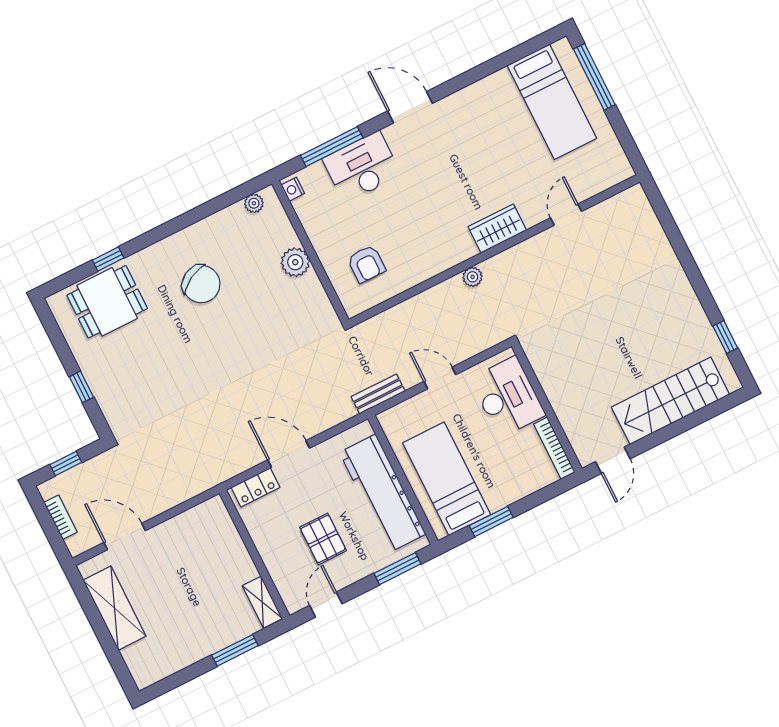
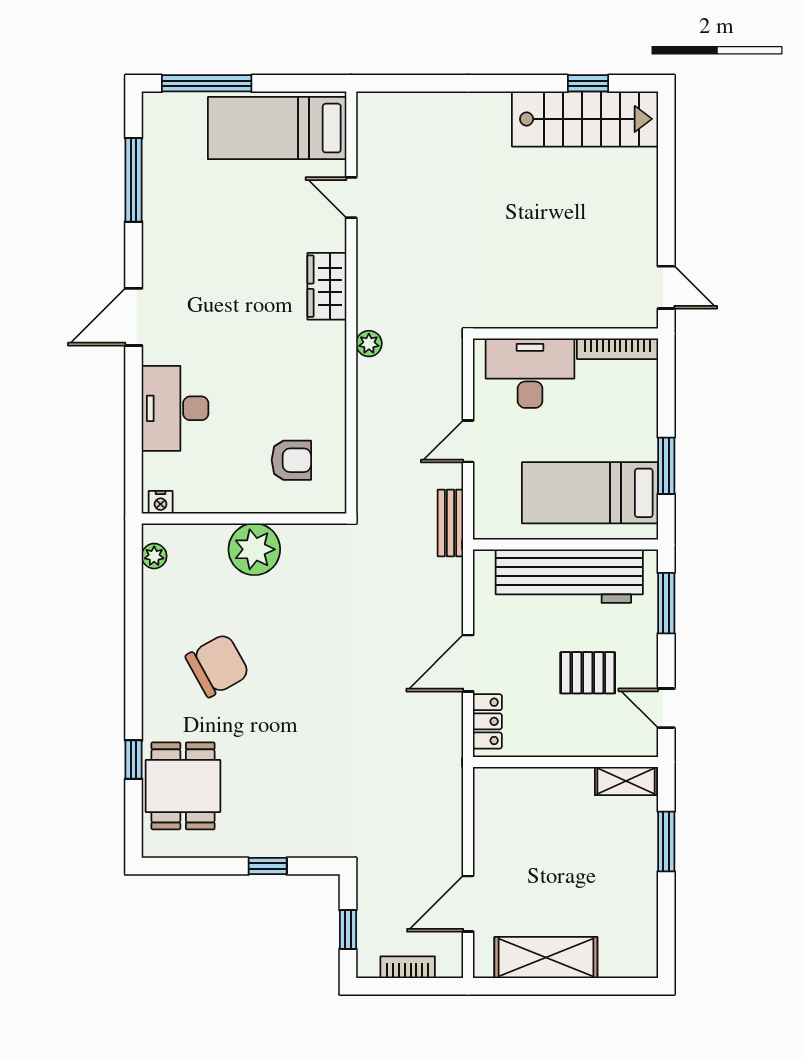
bed: (552, 102) -> (277, 128), moved, turned 180
window: (332, 147) -> (134, 180), moved
plant: (295, 262) -> (254, 549), width x1.36, depth x1.36
stairs: (670, 401) -> (585, 119), moved, turned -90

